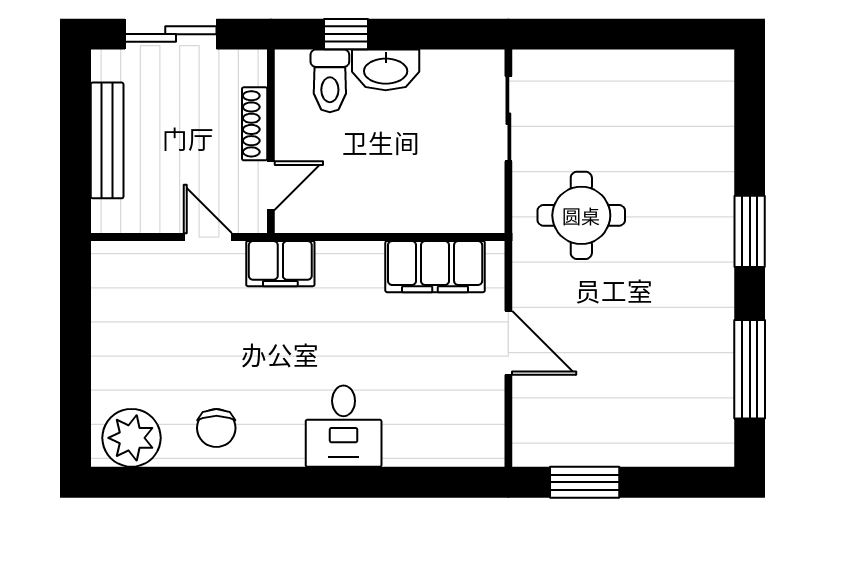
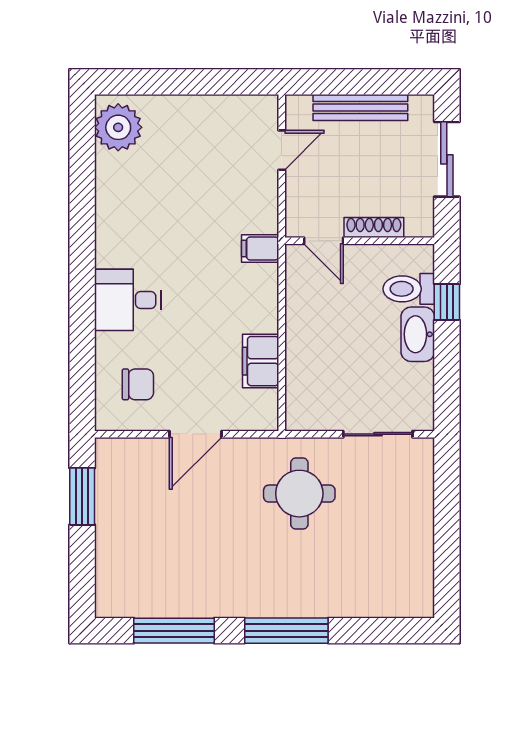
window: (750, 231) -> (286, 631), width x1.44
door: (208, 237) -> (282, 150), moved
filing cabinet: (280, 264) -> (260, 249), width x0.50
filing cabinet: (435, 267) -> (261, 361), width x0.67, depth x0.86
chair: (216, 428) -> (138, 384), moved, turned 180

